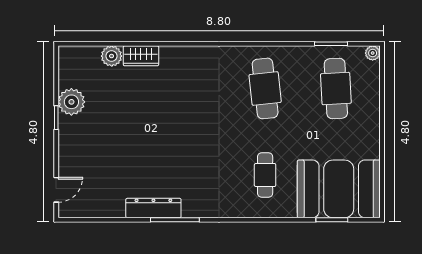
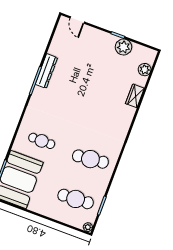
plant: (112, 56) -> (145, 70), moved

